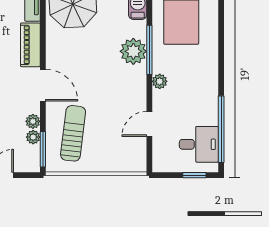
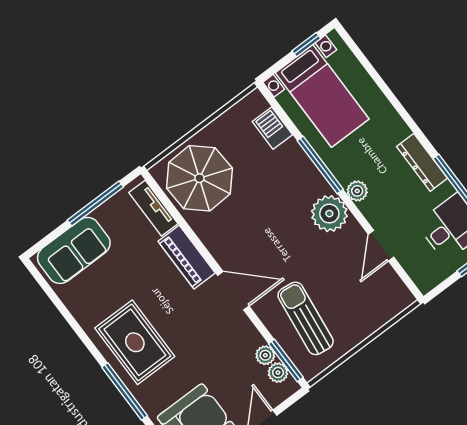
plant: (133, 51) -> (329, 214), moved
dresser: (210, 93) -> (422, 162), added
plant: (33, 121) -> (278, 373), moved

